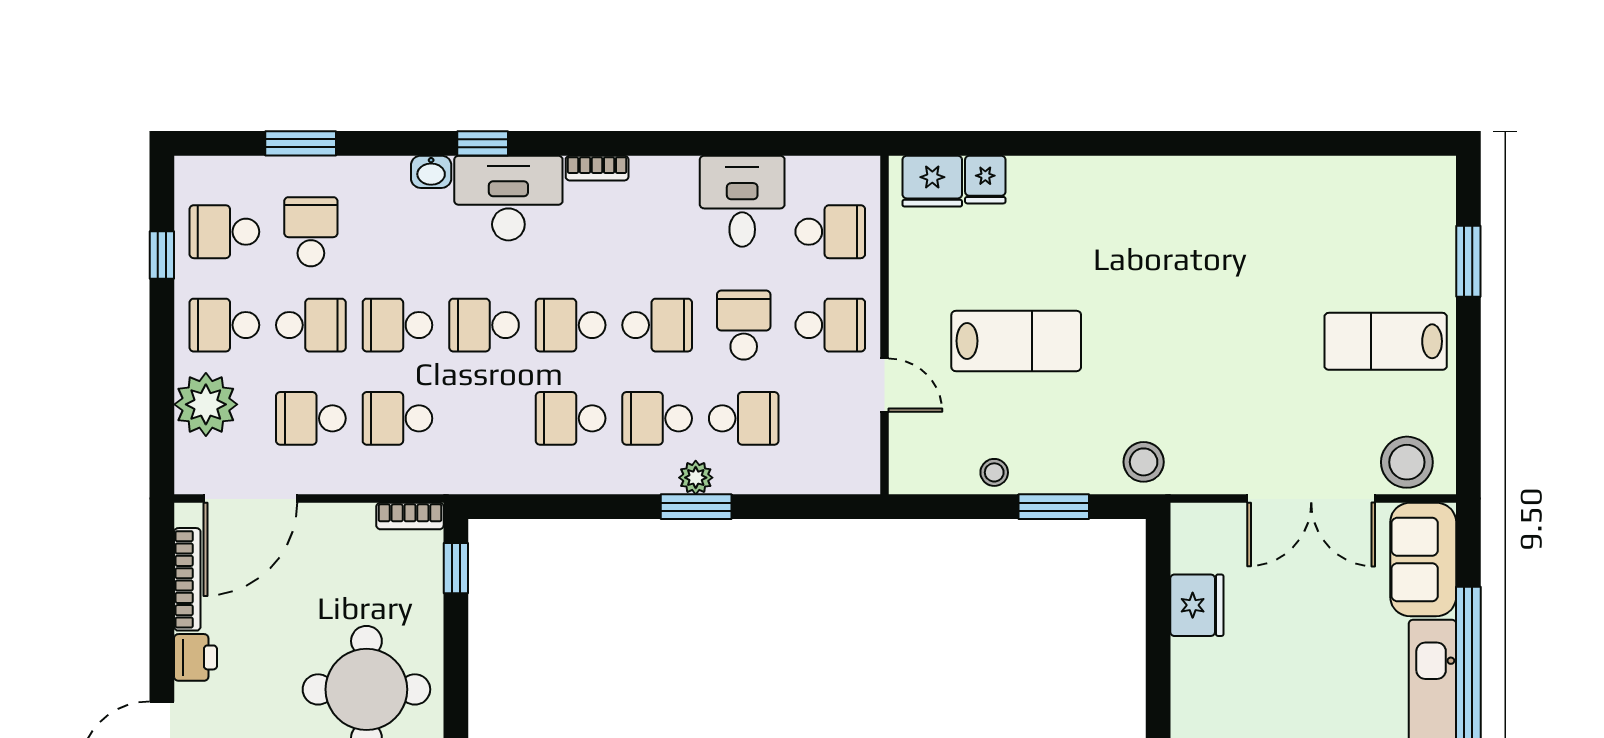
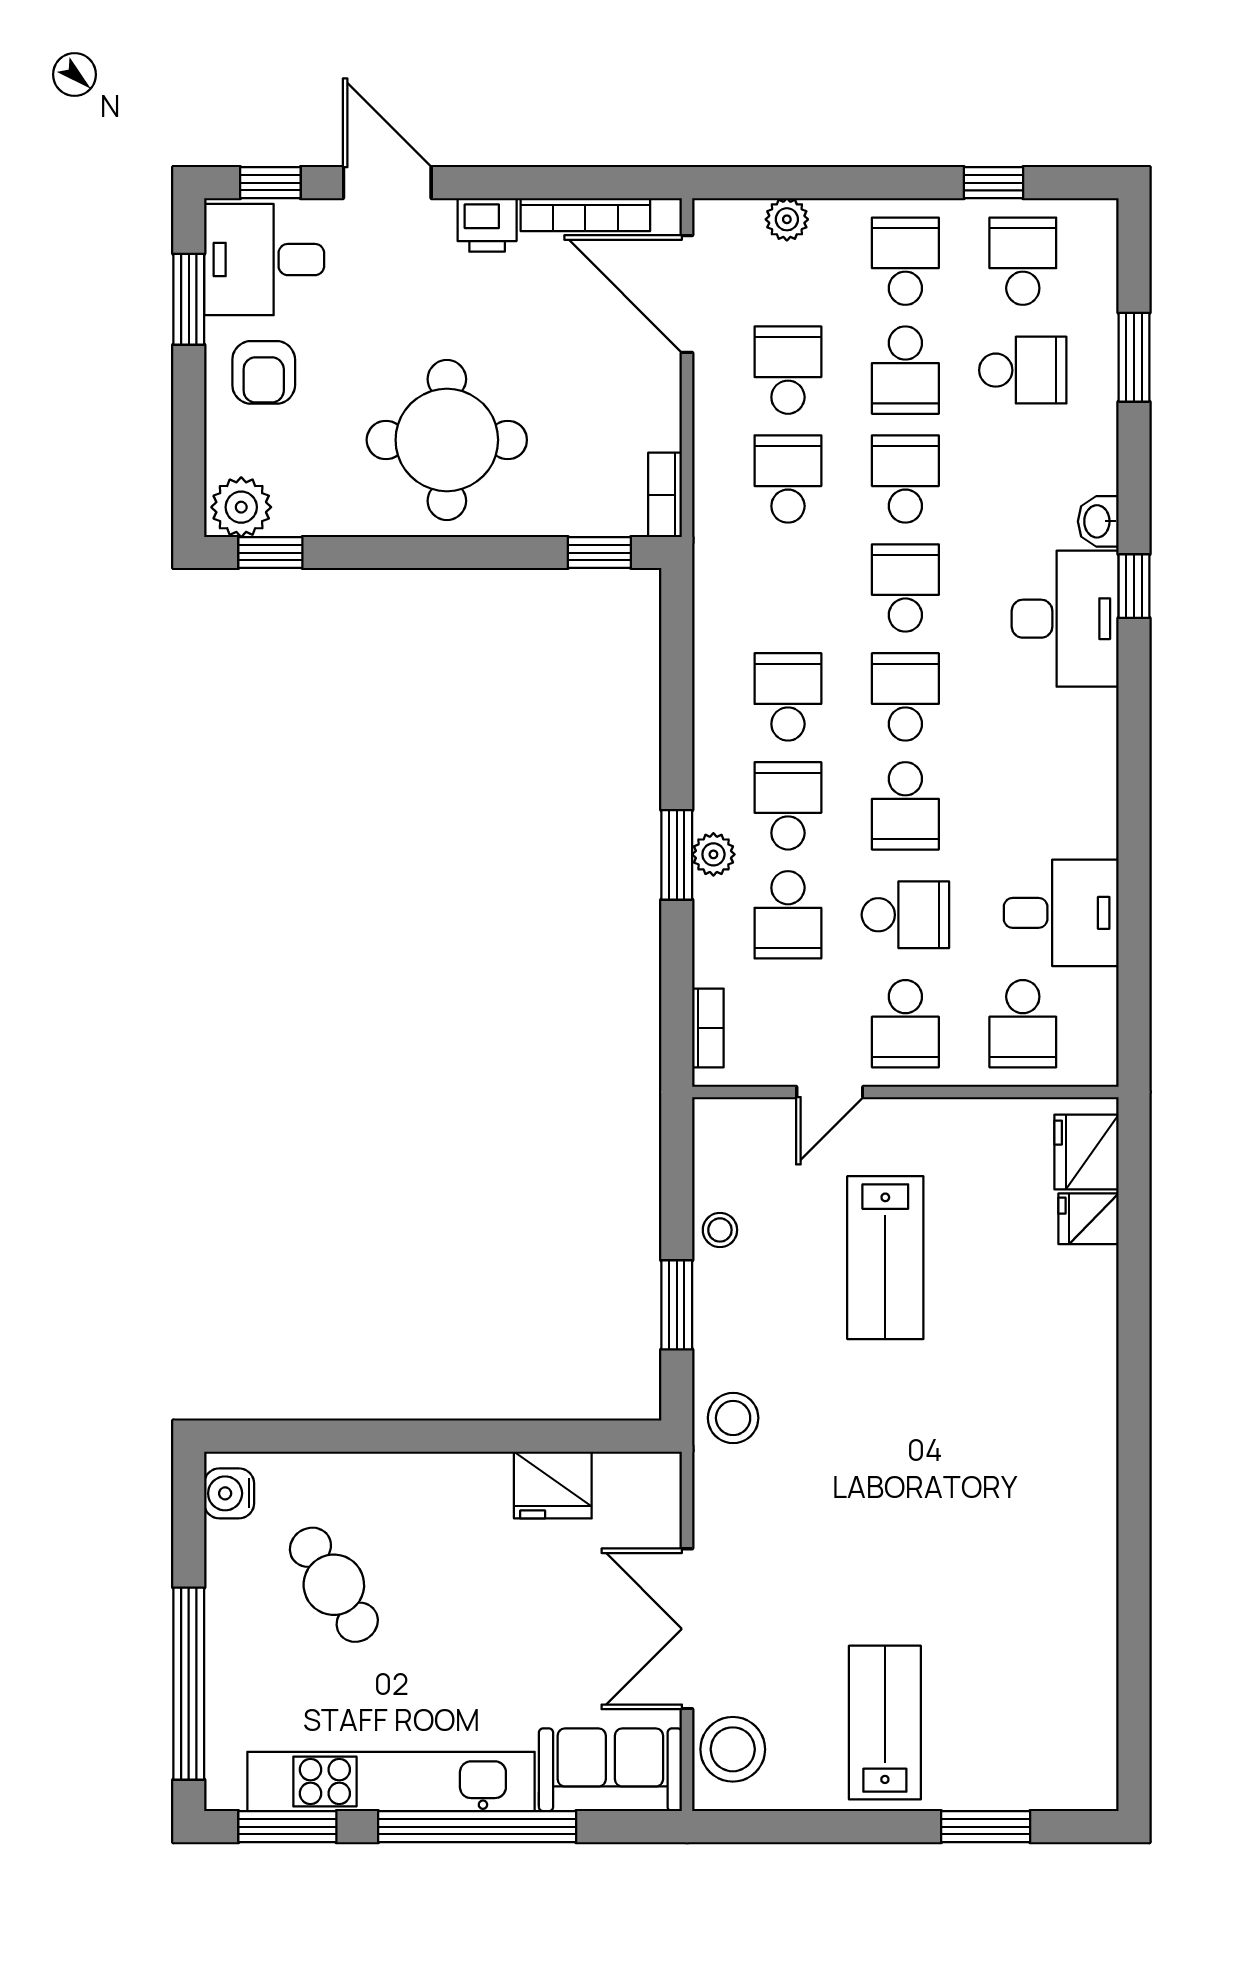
bookcase: (597, 168) -> (708, 1028), moved, turned 180
plant: (206, 404) -> (787, 219), width x0.53, depth x0.53

